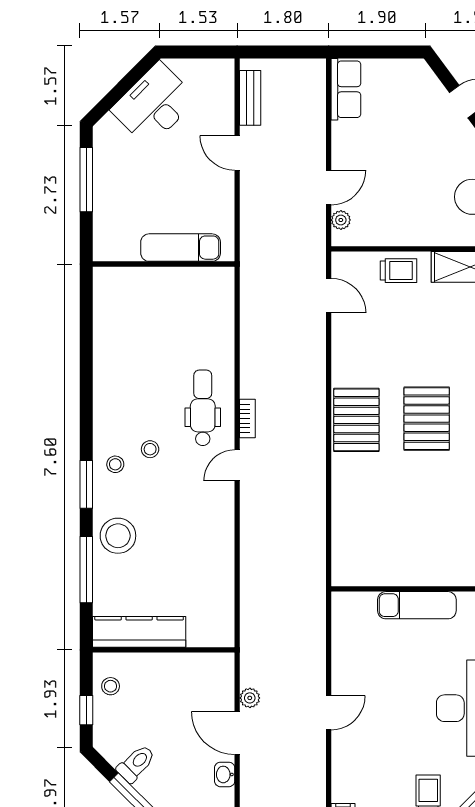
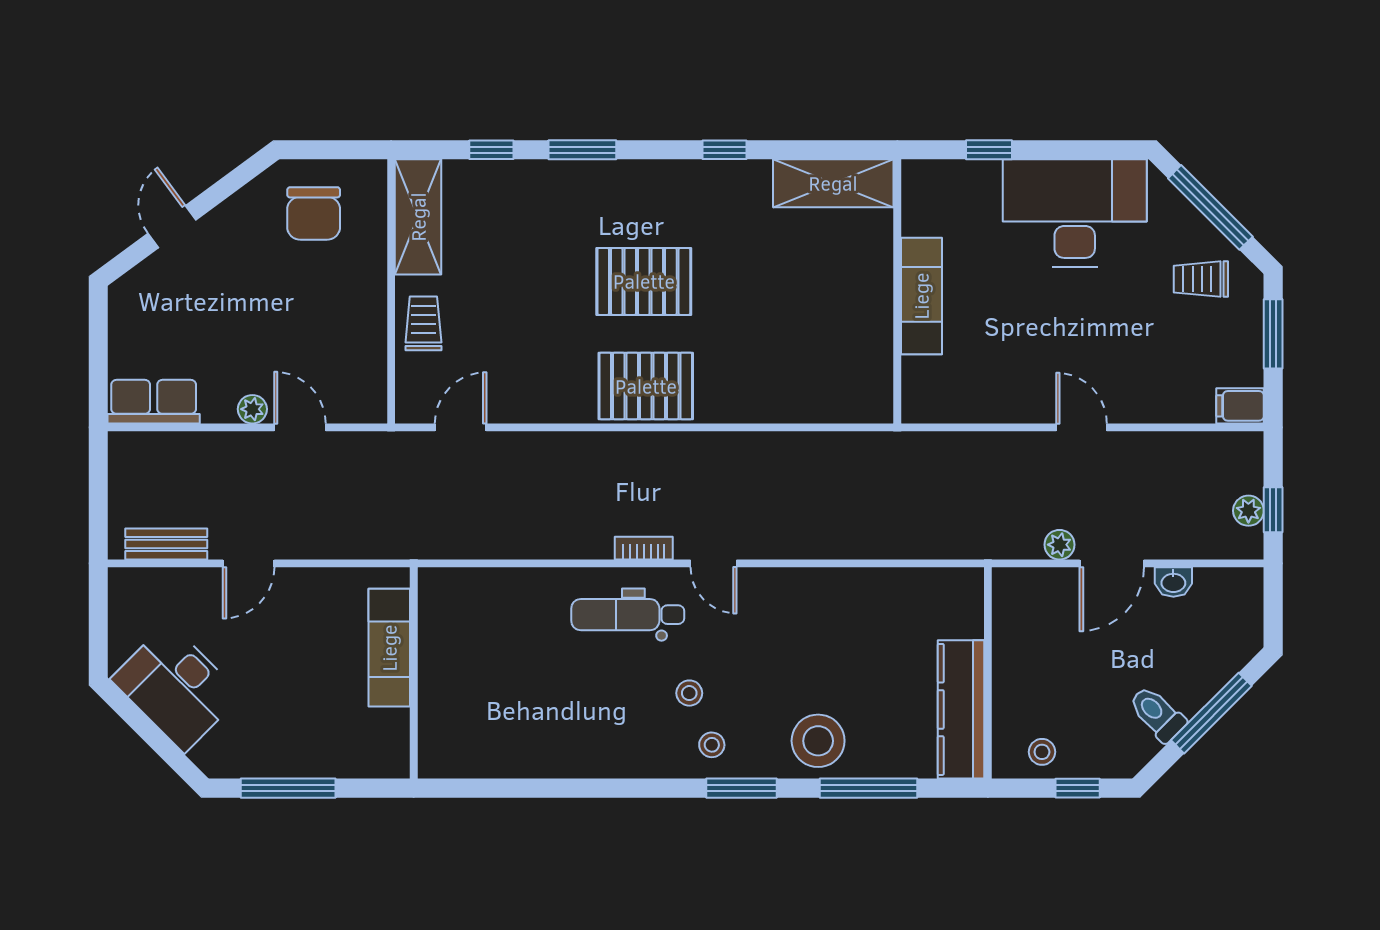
plant: (341, 220) -> (252, 409), moved

